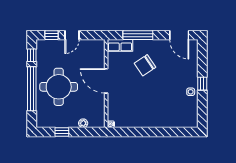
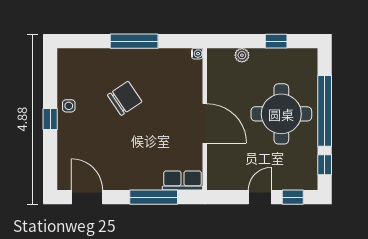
chair: (145, 65) -> (125, 98), moved
window: (150, 132) -> (134, 41), added

